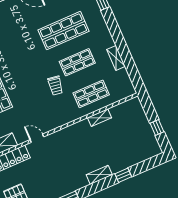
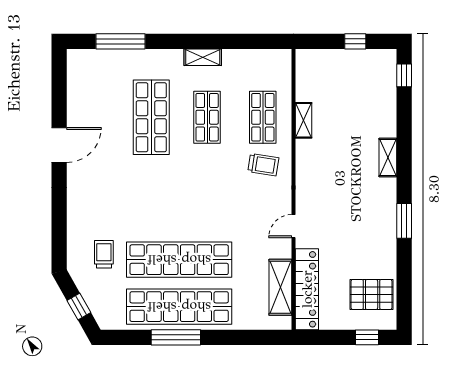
shelving: (116, 58) -> (203, 57), moved
trolley: (55, 86) -> (263, 165), moved
window: (123, 175) -> (404, 75), moved

